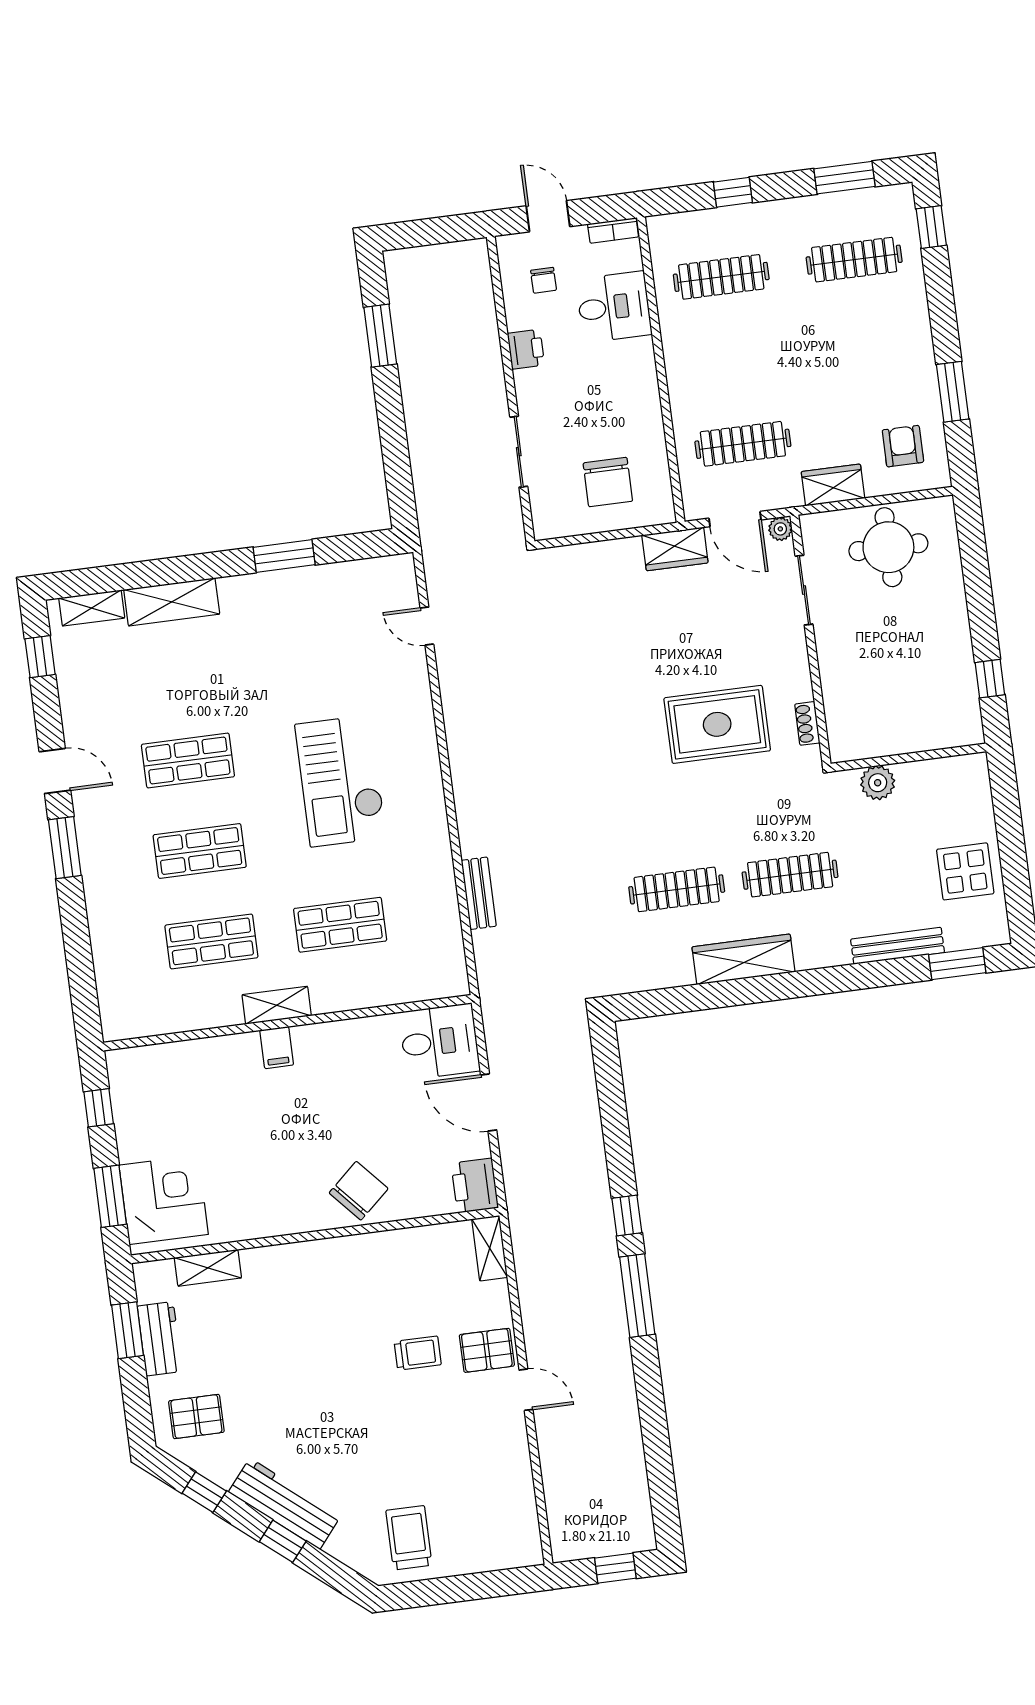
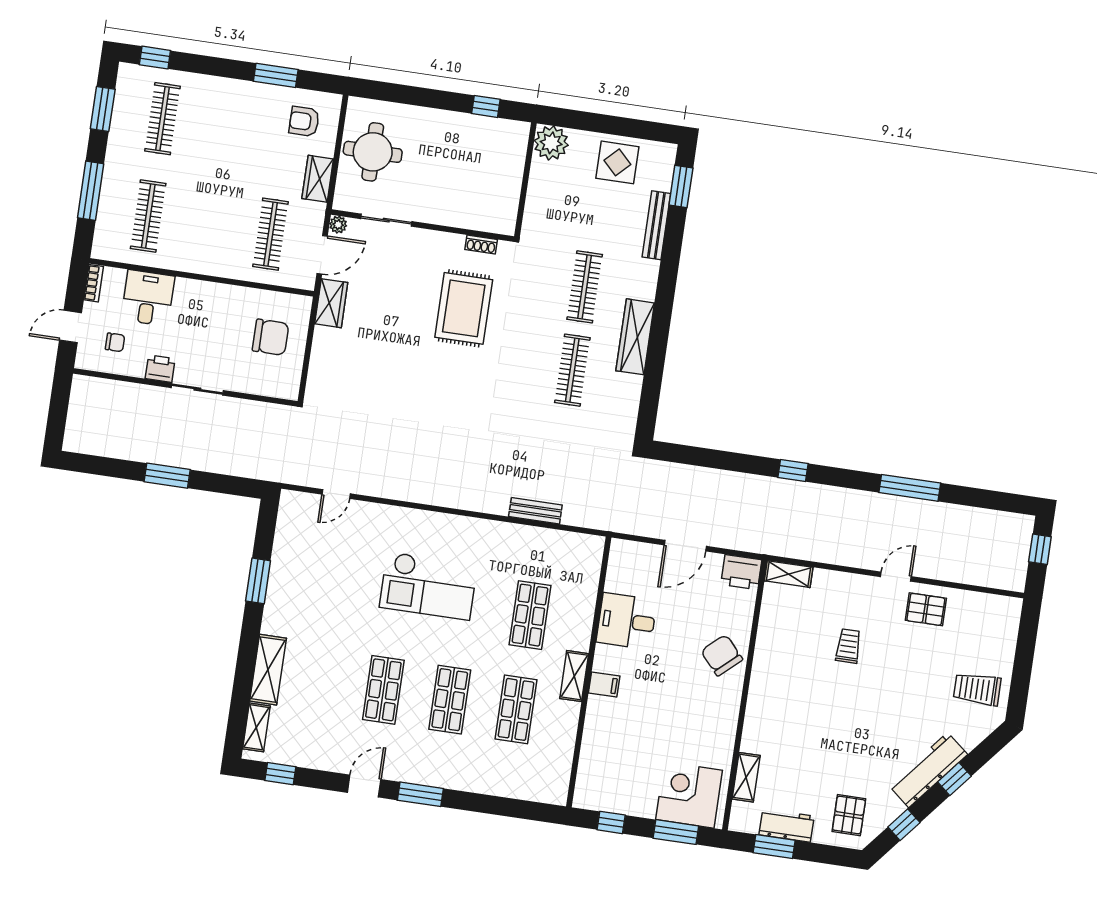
window: (733, 192) -> (91, 191), width x2.17
window: (380, 336) -> (167, 476), moved
sliding door: (519, 452) -> (197, 389), moved
plant: (878, 783) -> (551, 143), moved, width x1.36, depth x1.36
desk: (440, 1041) -> (627, 621), moved, turned -90
window: (637, 1296) -> (910, 488), moved
pallet: (487, 1350) -> (926, 609), moved, turned 90

